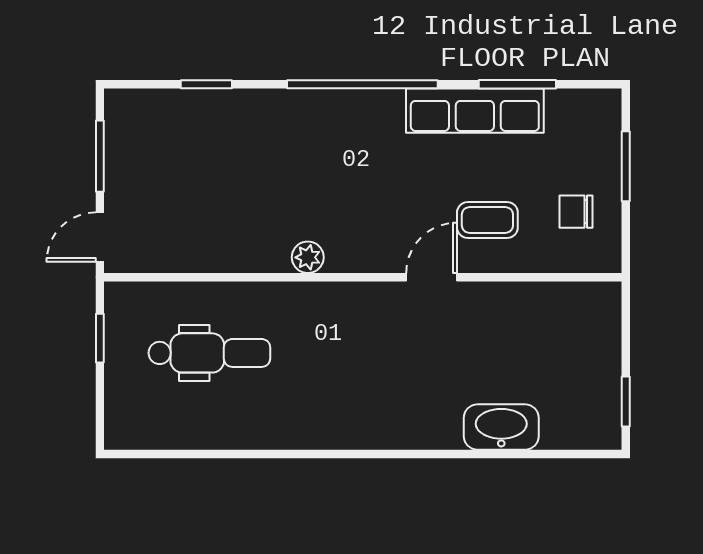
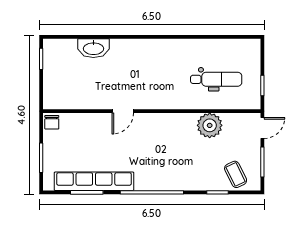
row of seats: (475, 111) -> (94, 181), width x1.36
chair: (576, 212) -> (52, 122), moved, turned 90
coffee table: (487, 220) -> (236, 174), moved, turned 64
plant: (308, 257) -> (210, 125), moved, width x1.87, depth x1.87
dental chair: (209, 353) -> (216, 79), turned 180

